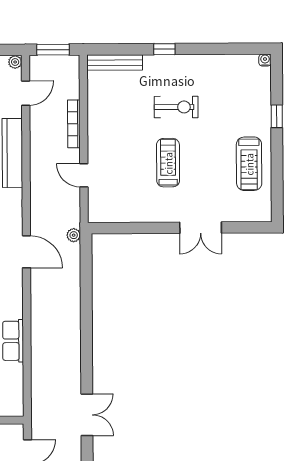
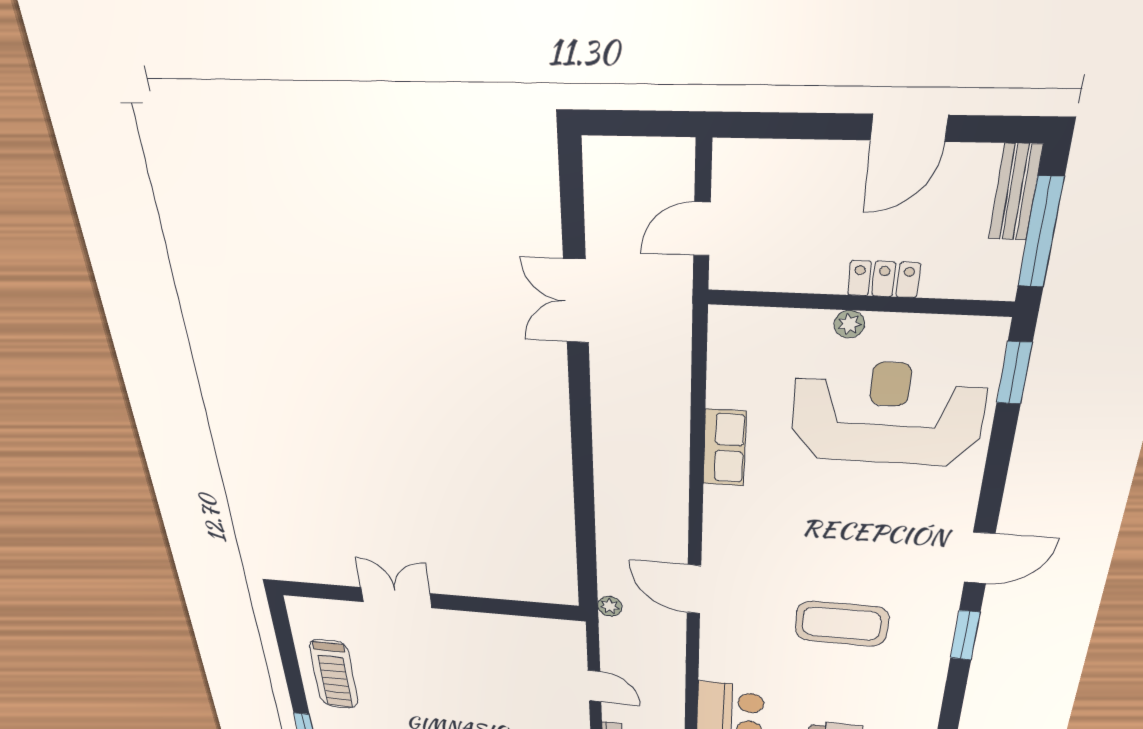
treadmill: (168, 163) -> (460, 688), removed
treadmill: (249, 164) -> (334, 674), turned 180

